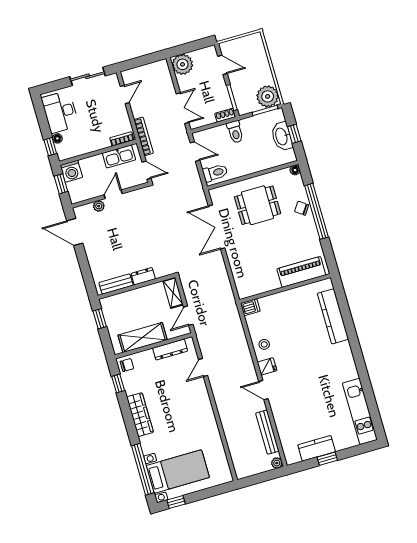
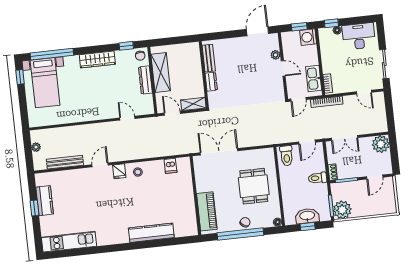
double door: (217, 227) -> (219, 152), moved
piano: (301, 272) -> (207, 211), moved
wall: (285, 289) -> (195, 196), moved
window: (100, 319) -> (182, 40), removed
dresser: (170, 350) -> (145, 80), moved
plant: (277, 463) -> (36, 147), moved

